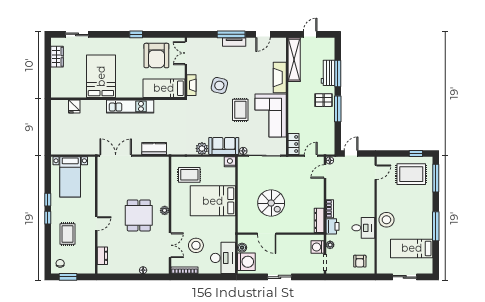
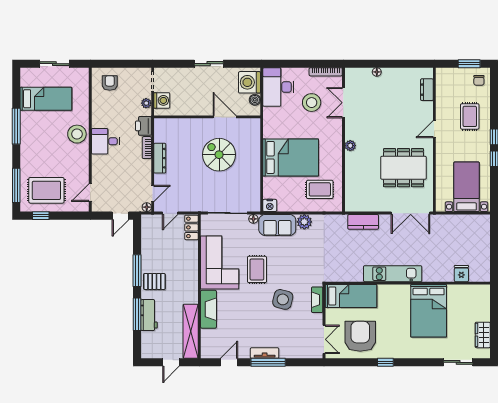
dining table: (139, 215) -> (403, 168), moved, width x1.38
dresser: (319, 220) -> (160, 158), moved
desk: (363, 228) -> (105, 141), moved

